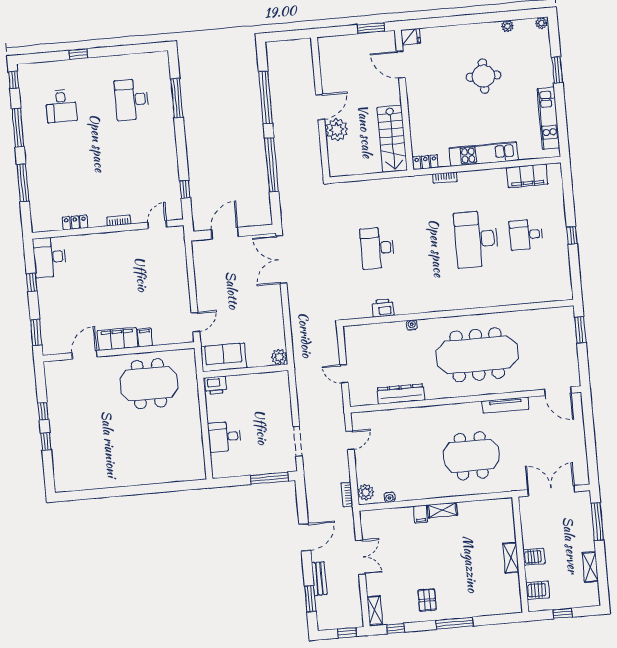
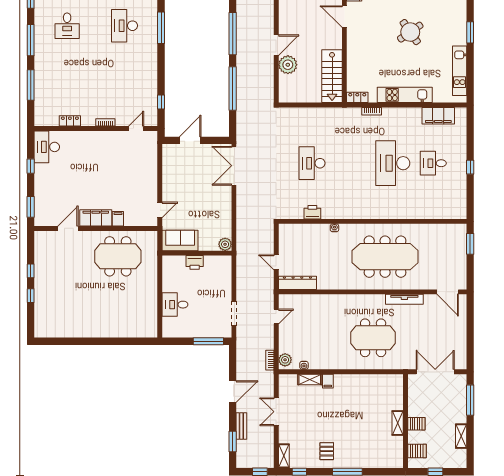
round table: (484, 76) -> (410, 32), turned -35
printer: (216, 385) -> (195, 262), moved
dresser: (401, 394) -> (297, 283), moved
shelving: (442, 510) -> (310, 380), moved
double door: (360, 557) -> (276, 412), swing flipped

